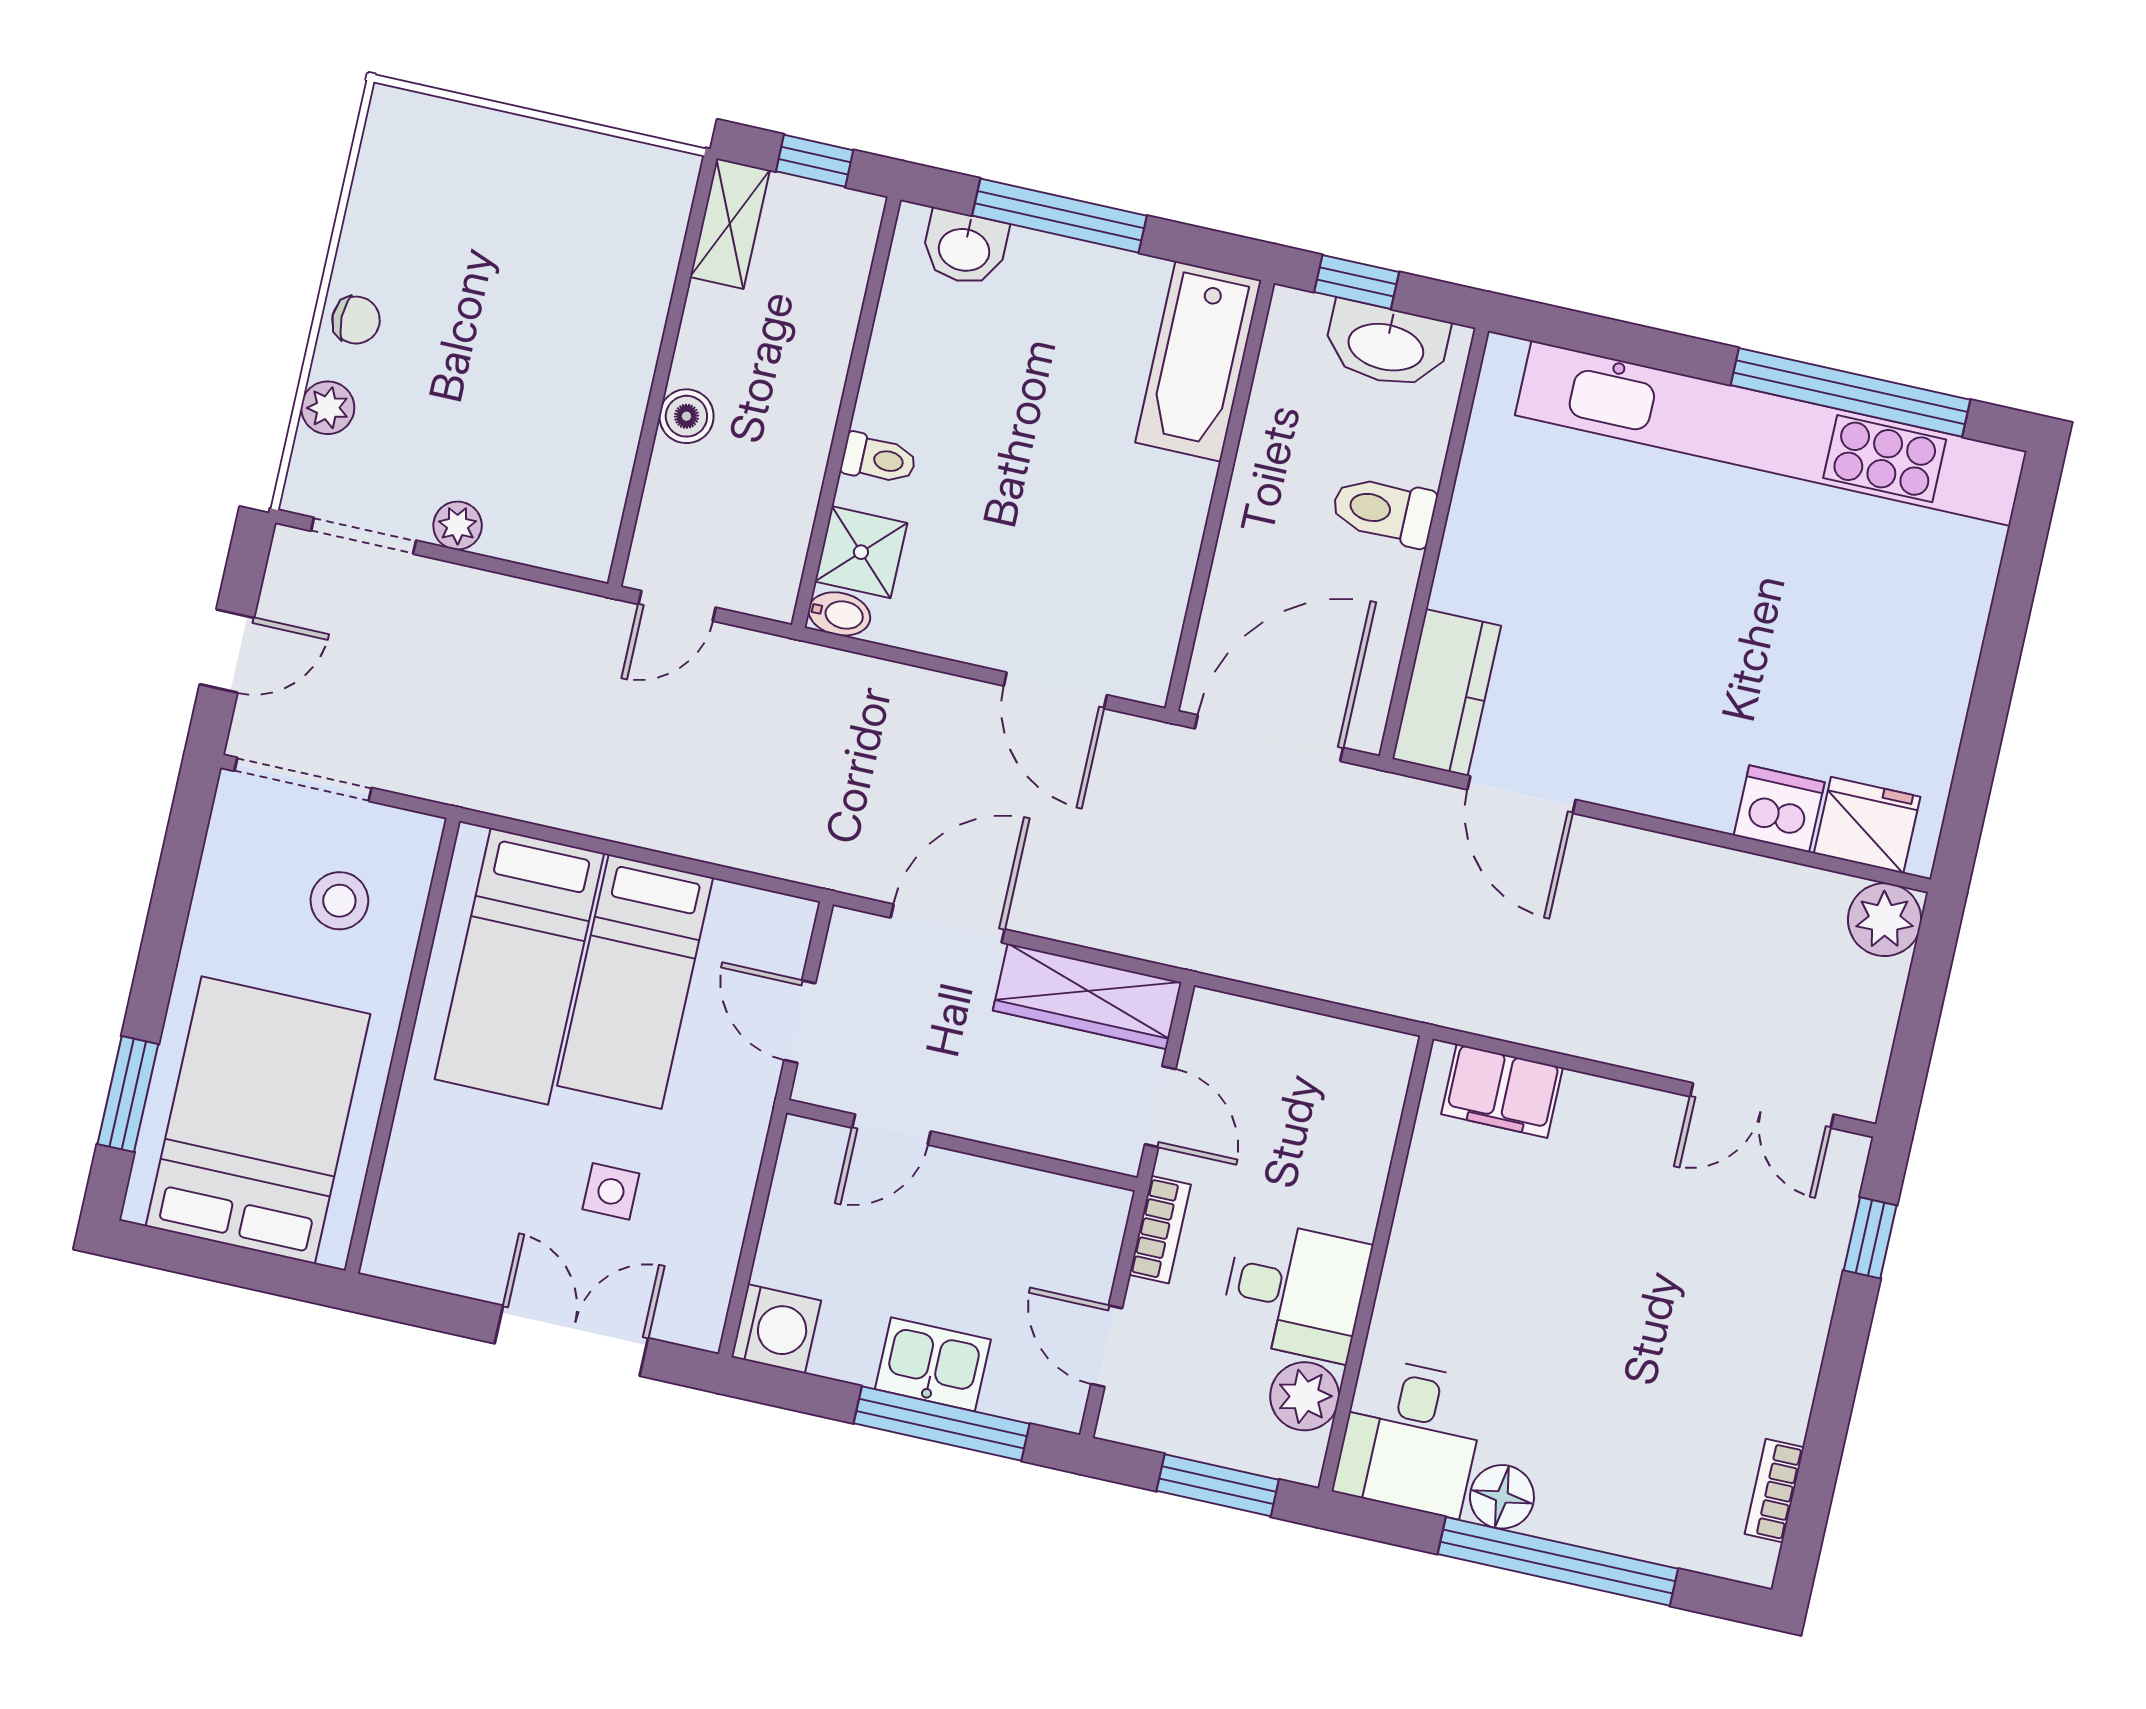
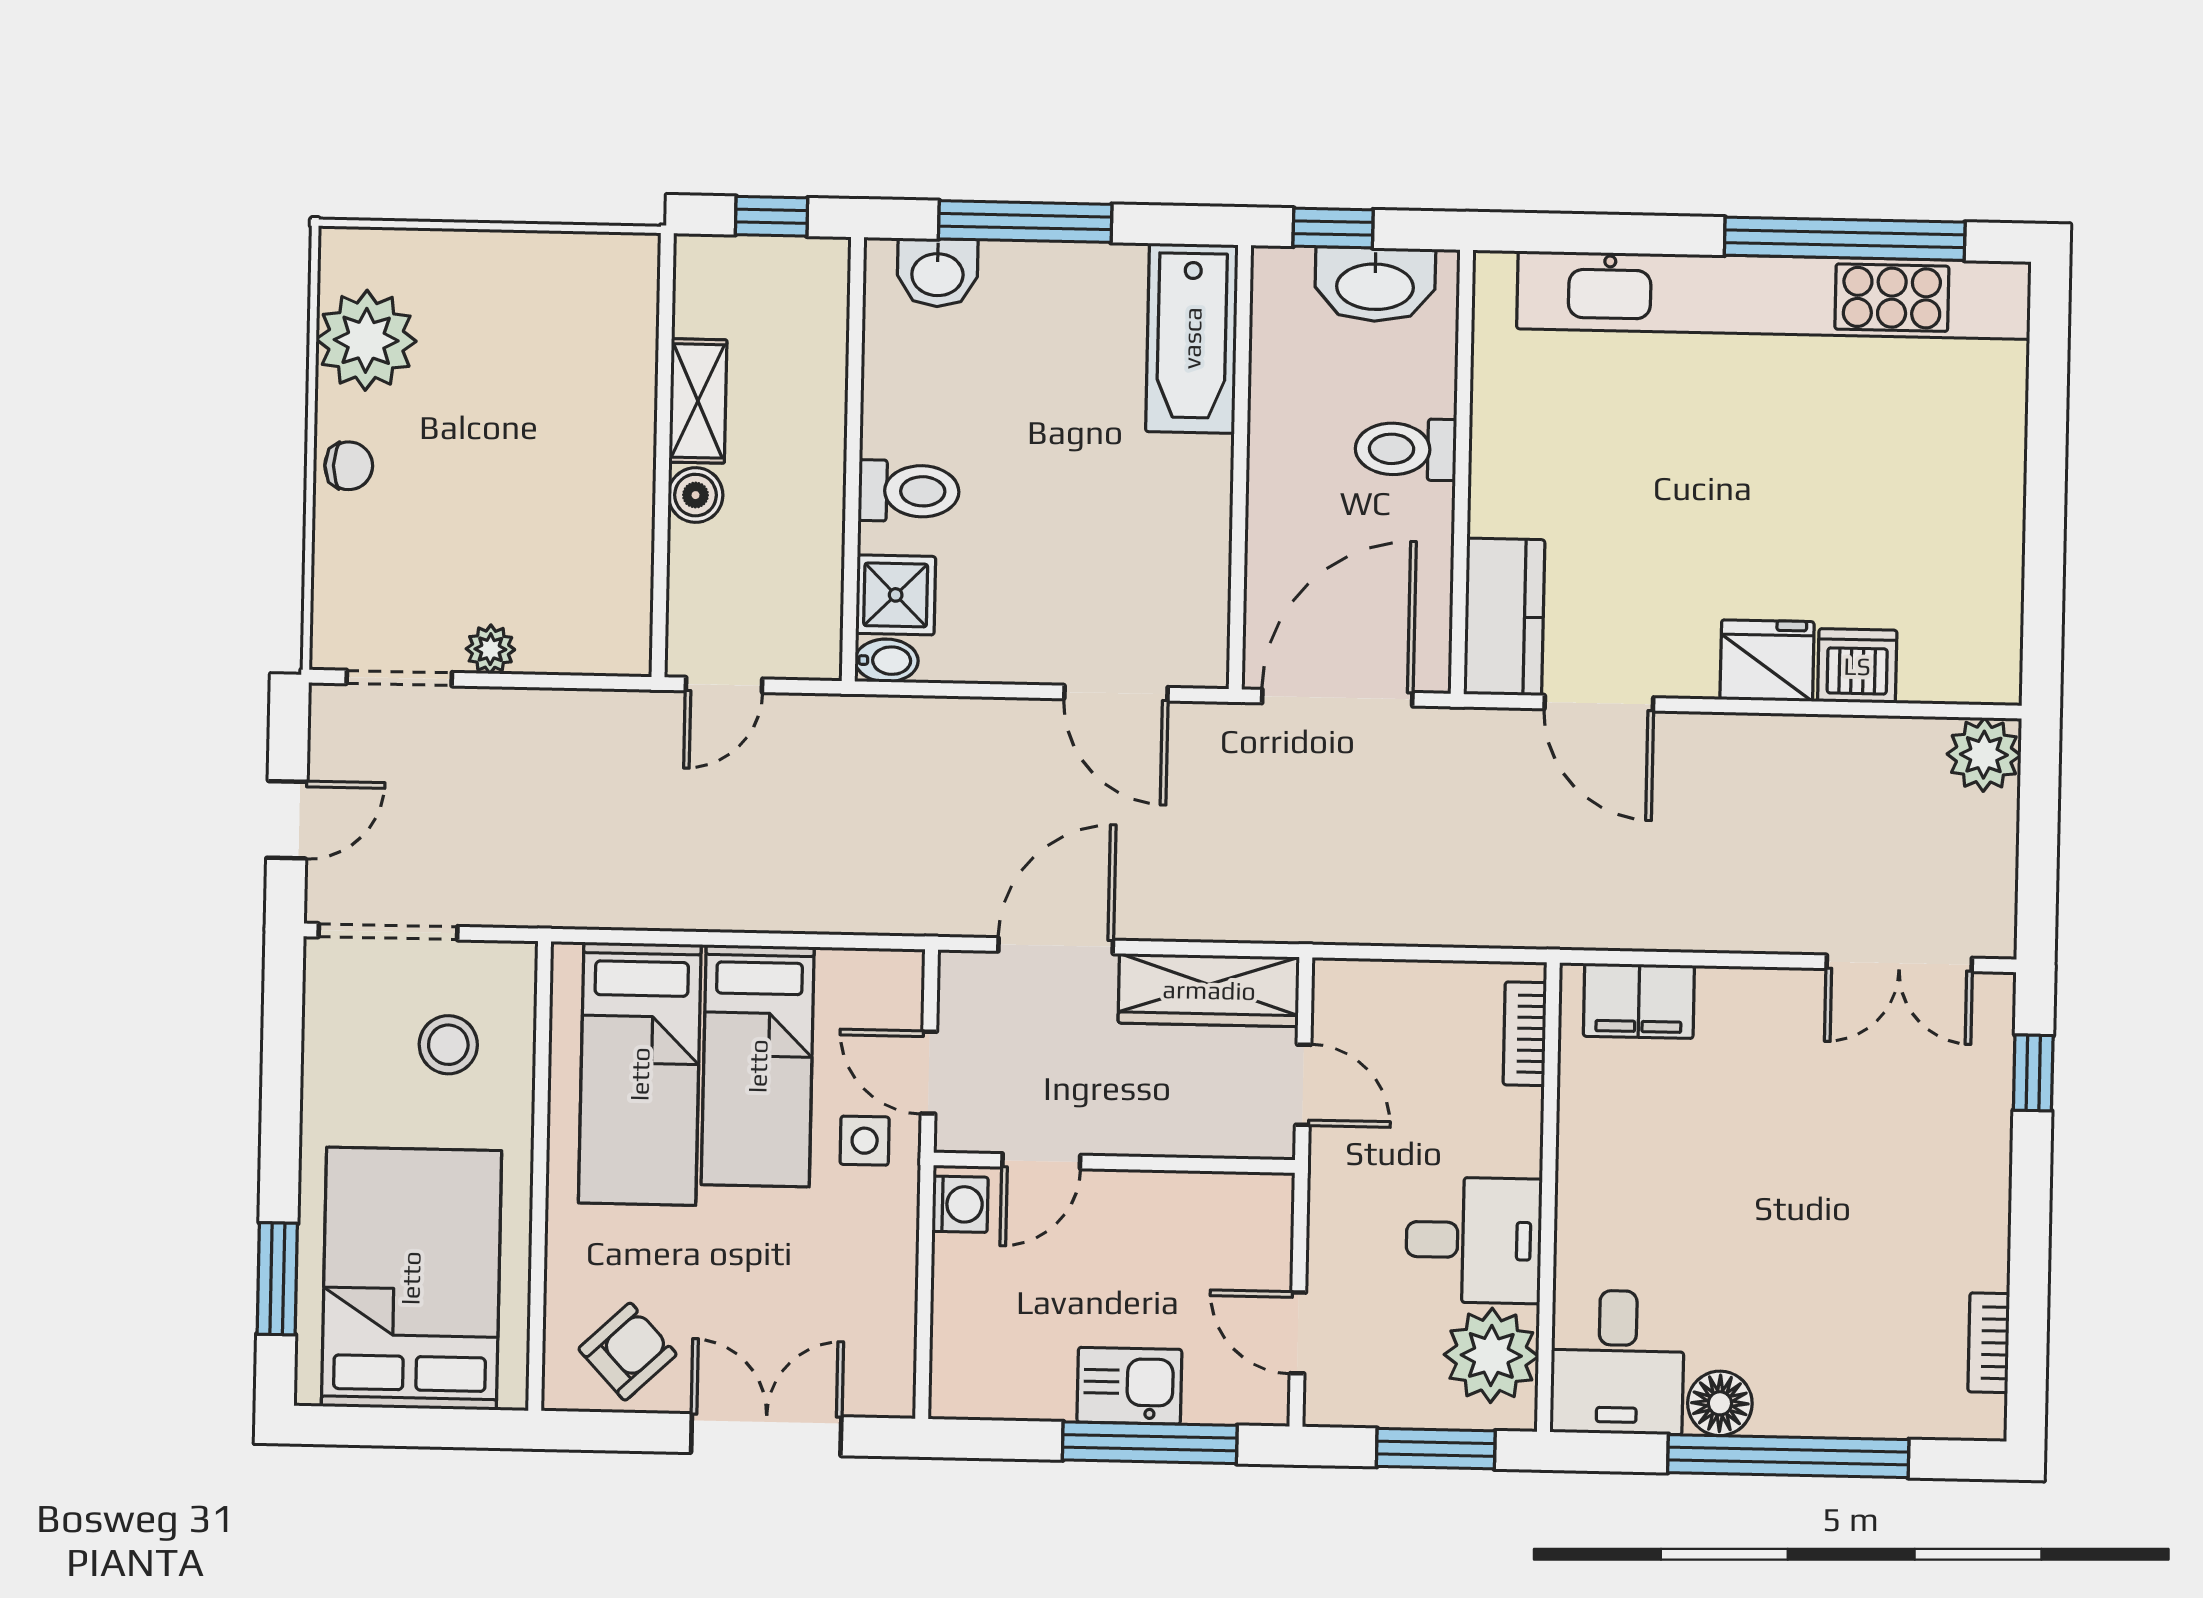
shelving: (730, 224) -> (698, 401), moved
plant: (328, 408) -> (366, 340), moved, width x1.88, depth x1.88
toilet: (879, 459) -> (909, 491), width x1.37, depth x1.39
fridge: (1867, 825) -> (1767, 661), moved
side table: (611, 1191) -> (865, 1141), moved
bookcase: (1160, 1230) -> (1525, 1034), moved, turned 180
armchair: (453, 1233) -> (628, 1352), added
washing machine: (776, 1329) -> (960, 1204), moved, width x0.73, depth x0.73
plant: (1305, 1396) -> (1491, 1355), width x1.36, depth x1.36

